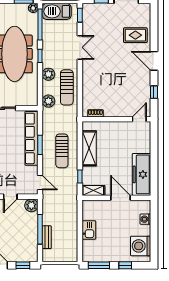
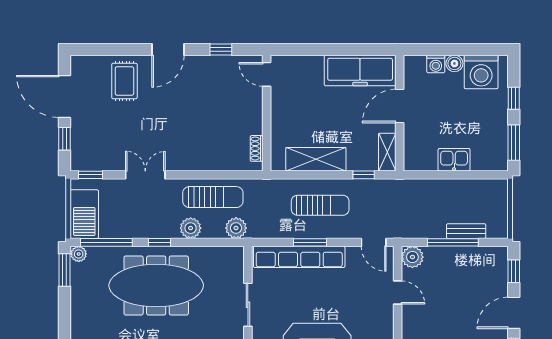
door: (40, 182) -> (374, 242), swing flipped
boiler: (146, 230) -> (454, 63), added

